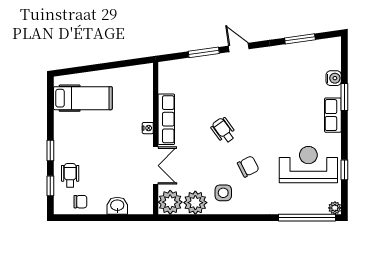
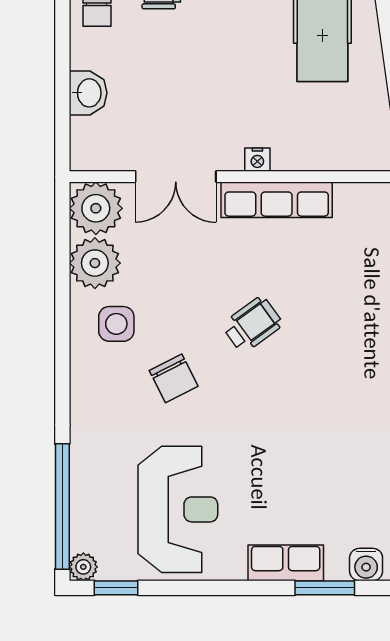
window: (344, 170) -> (116, 588), moved

